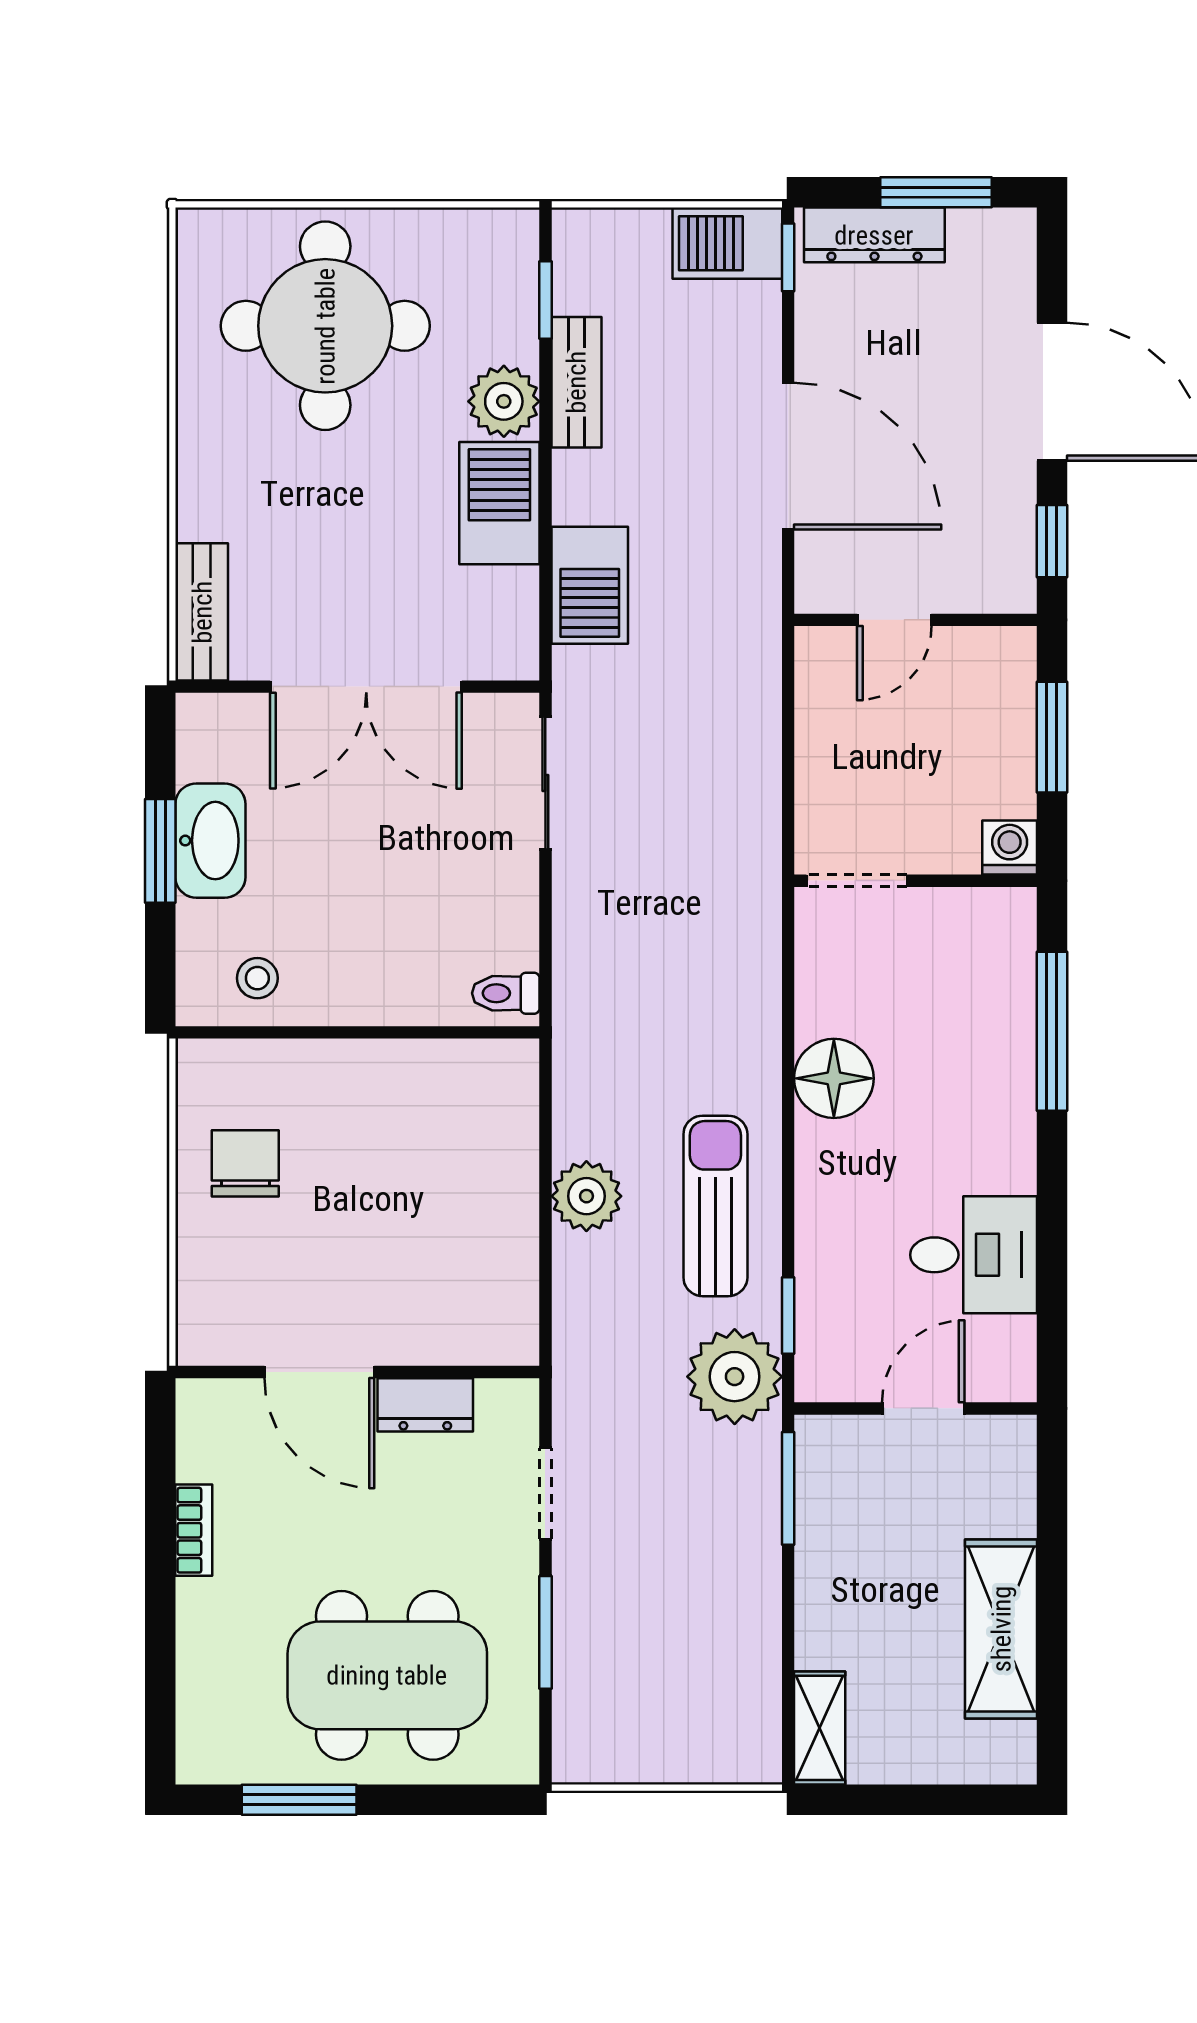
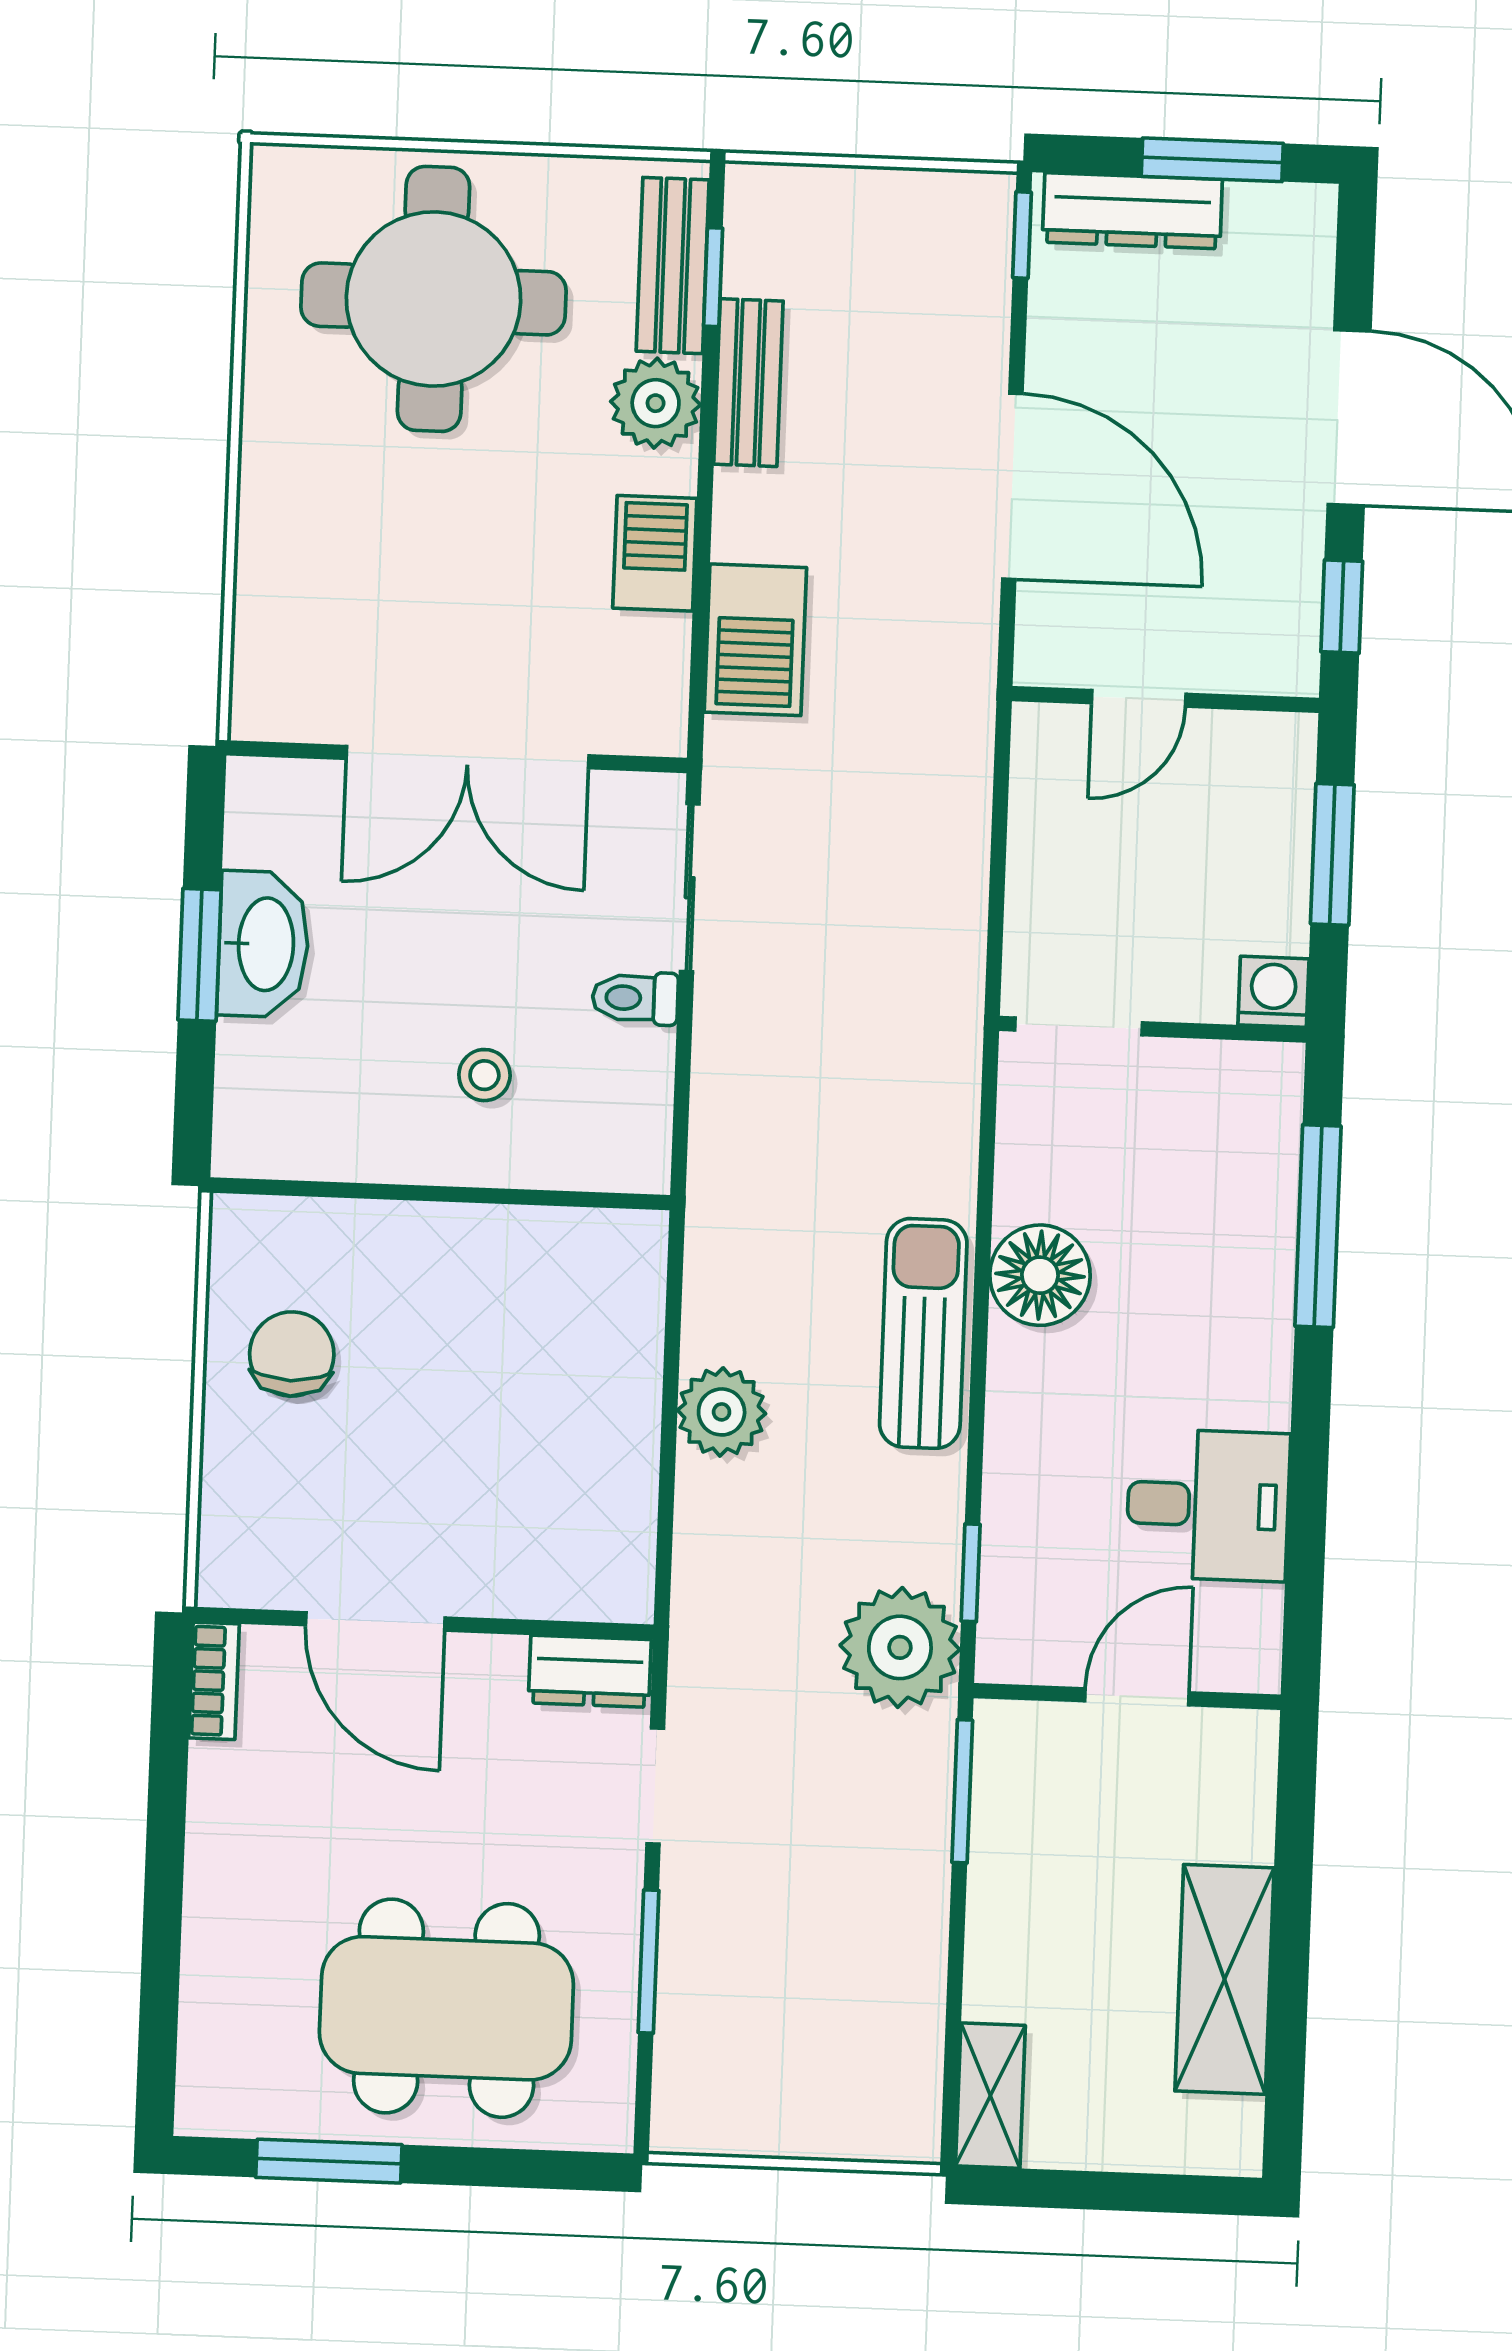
barbecue: (727, 243) -> (946, 214), removed
barbecue: (499, 503) -> (655, 553), width x0.73, depth x0.79
bench: (202, 612) -> (673, 266), moved
stool: (257, 978) -> (484, 1075), moved
toilet: (506, 993) -> (635, 998), moved
sun lounger: (715, 1206) -> (923, 1333), moved
dresser: (425, 1405) -> (590, 1671), moved
bookcase: (194, 1530) -> (214, 1681), moved

